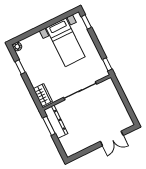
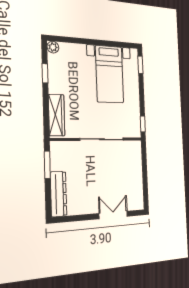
wardrobe: (43, 95) -> (57, 115), width x1.50
dresser: (56, 122) -> (58, 194), moved
double door: (112, 138) -> (113, 215), swing flipped

